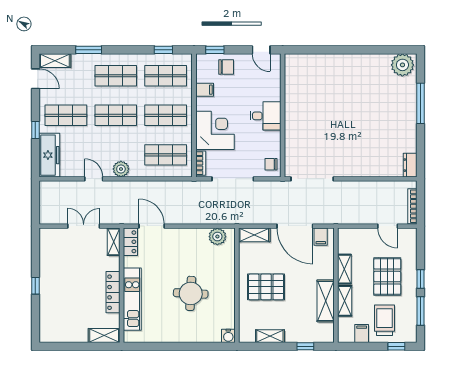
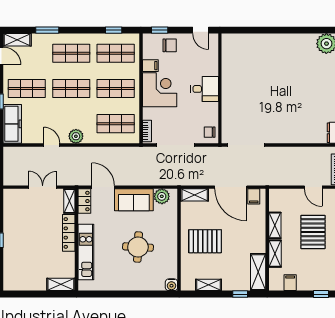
corner desk: (215, 130) -> (160, 90), moved
sofa: (186, 240) -> (134, 200), added
locker: (113, 292) -> (69, 233), moved
shelving: (326, 301) -> (258, 272), moved
trolley: (385, 320) -> (311, 271), removed

